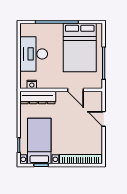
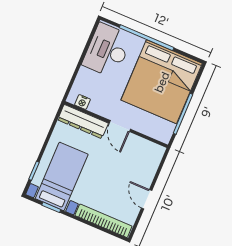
bed: (80, 48) -> (162, 82), width x1.36
desk: (34, 54) -> (107, 50), moved
door: (76, 90) -> (120, 126), moved
door: (104, 119) -> (147, 199), moved

